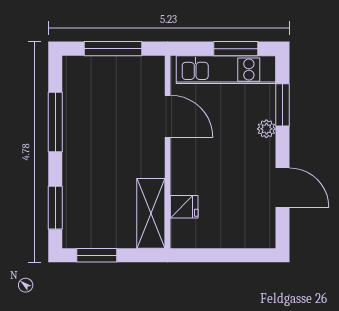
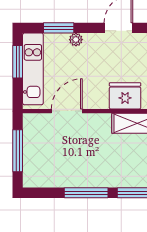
window: (55, 122) -> (86, 193), moved
fridge: (184, 207) -> (125, 96), width x1.88, depth x1.34

